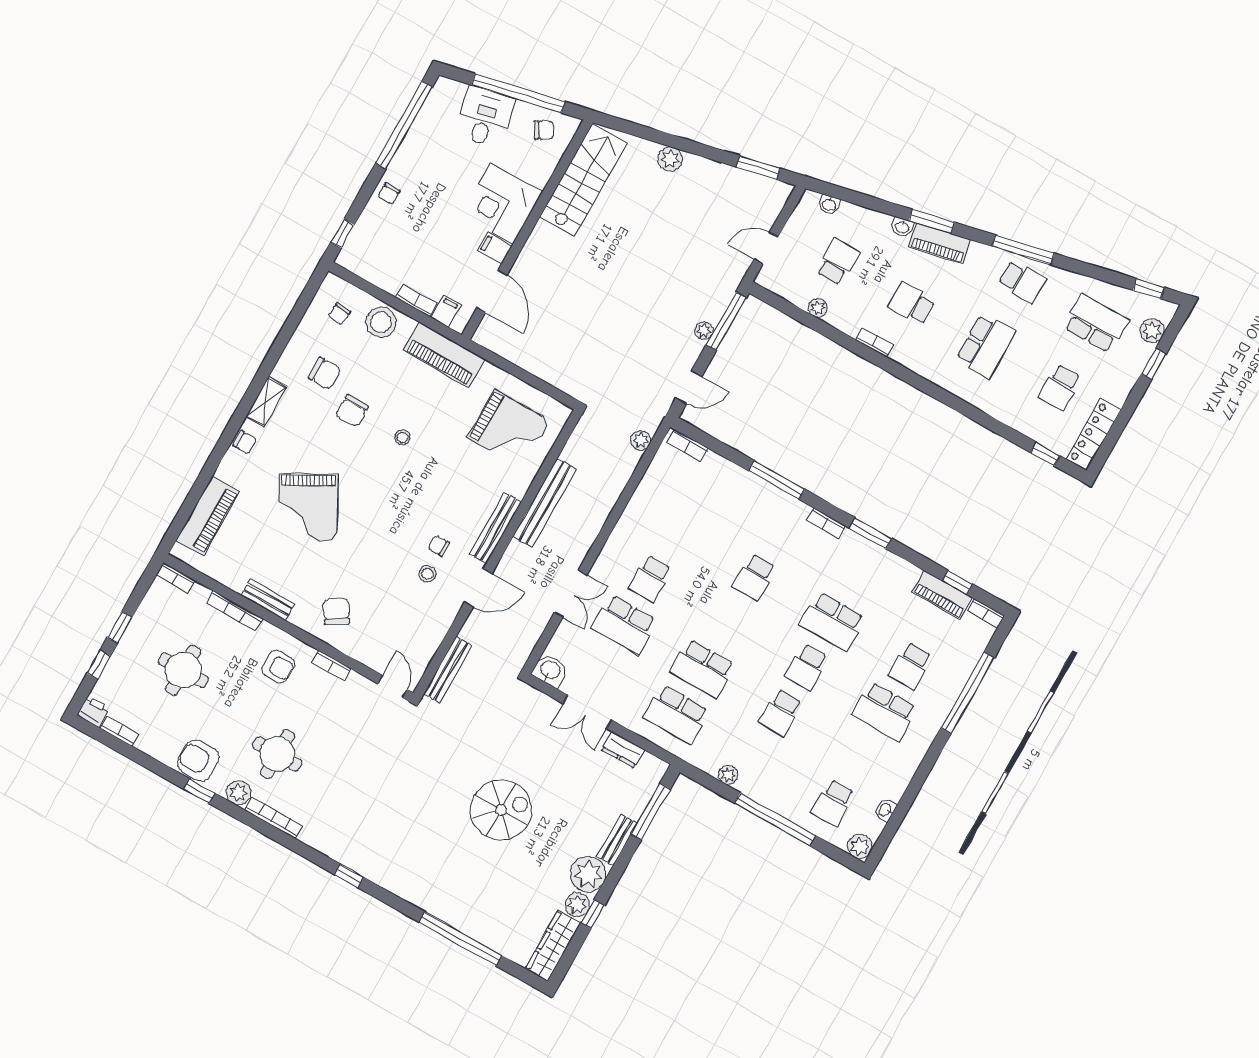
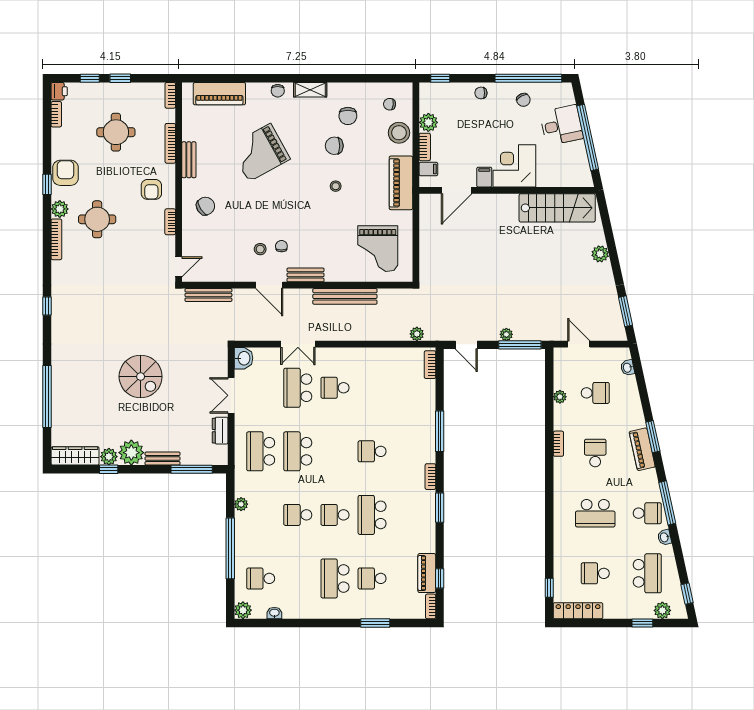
chair: (544, 130) -> (523, 100), moved
washbasin: (902, 227) -> (664, 537), moved
plant: (389, 279) -> (428, 122), added
school desk: (1022, 282) -> (647, 513), turned -90
bench: (495, 528) -> (305, 275), width x0.73
window: (968, 693) -> (375, 623), width x0.47

